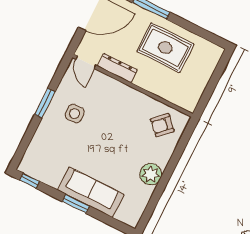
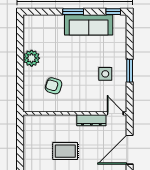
rug: (165, 48) -> (65, 151), width x0.73, depth x0.70
armchair: (162, 125) -> (54, 86), moved, turned -119
sofa: (91, 192) -> (89, 25), moved

